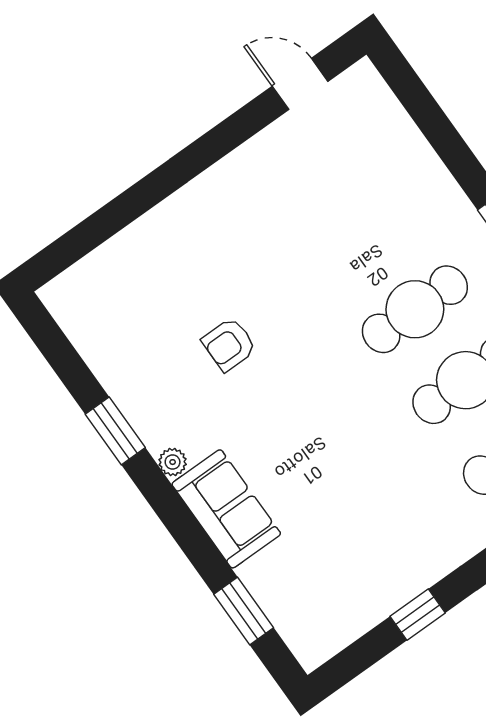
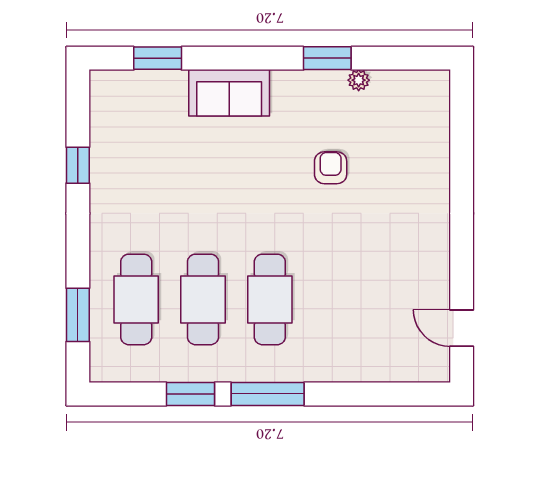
door: (300, 84) -> (462, 328), swing flipped
plant: (173, 462) -> (359, 80), moved

